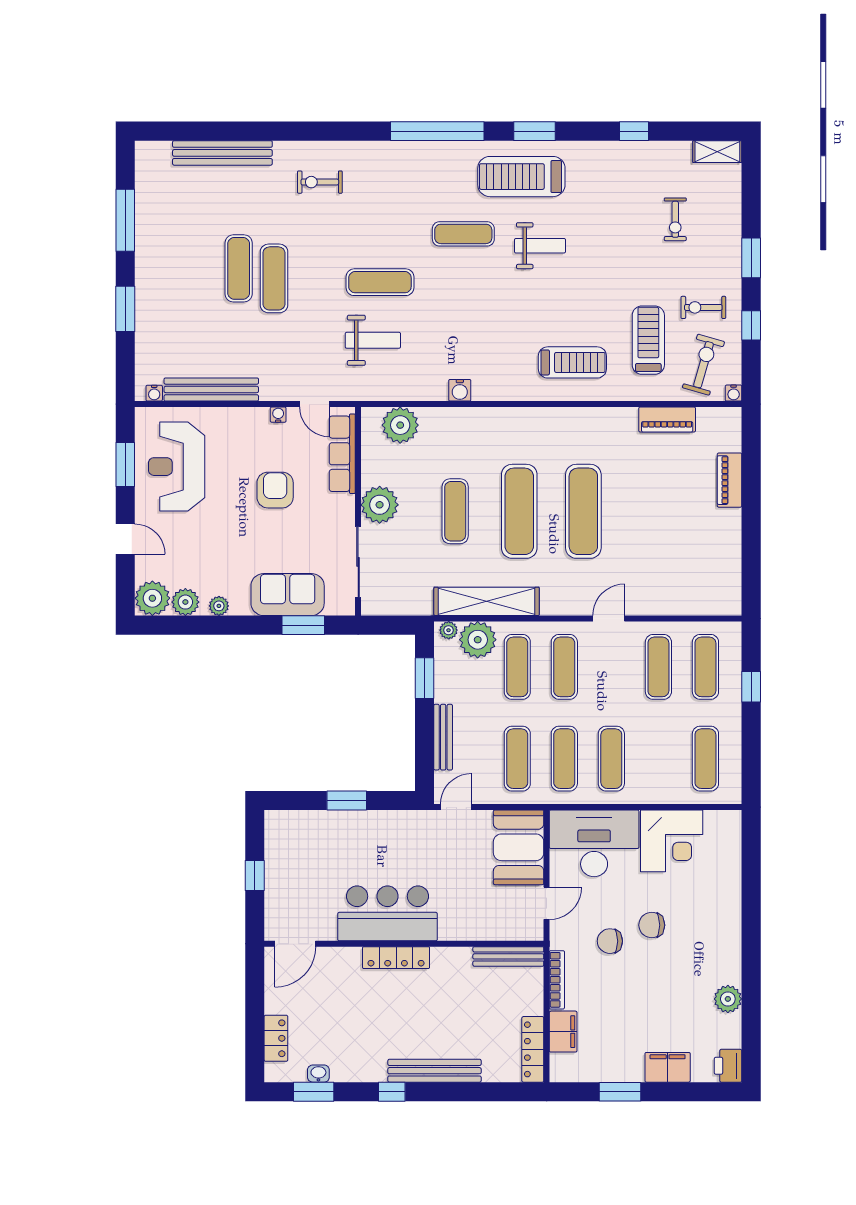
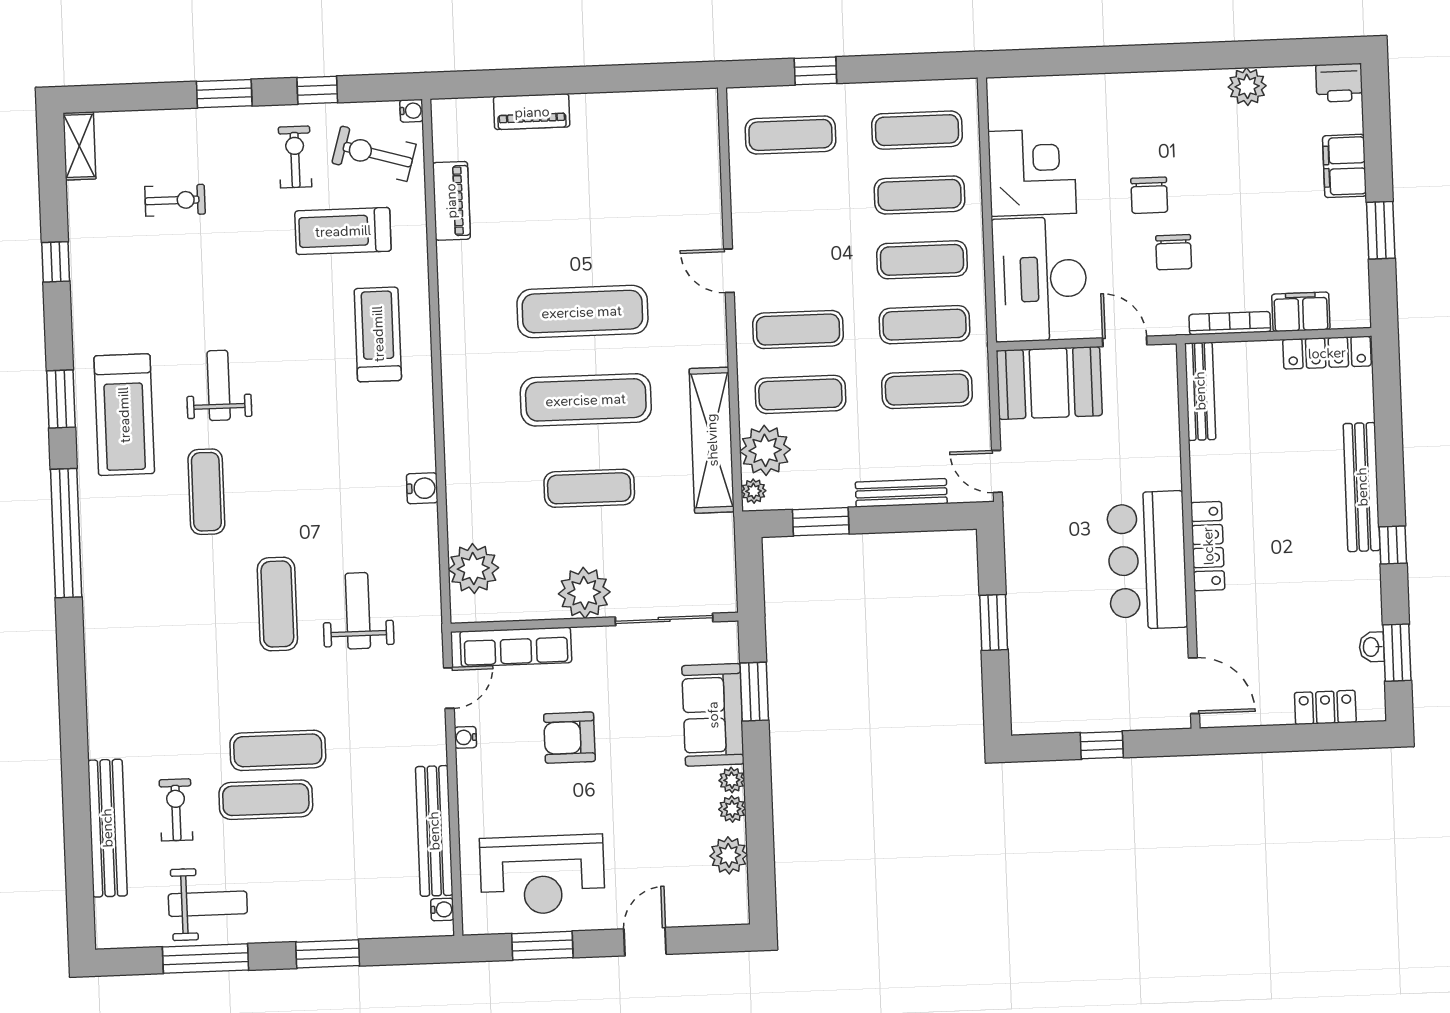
exercise bike: (320, 182) -> (176, 810), moved, turned 180
weight bench: (165, 223) -> (208, 904), added
exercise bike: (703, 307) -> (295, 157), turned 180
plant: (152, 598) -> (732, 780), moved, width x0.53, depth x0.53
exercise mat: (658, 667) -> (919, 195), moved

